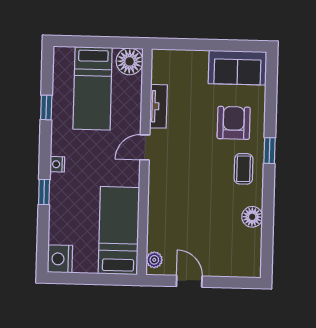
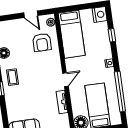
window: (46, 107) -> (120, 92), width x3.17
armchair: (234, 123) -> (42, 42), moved
window: (44, 192) -> (112, 35), moved

